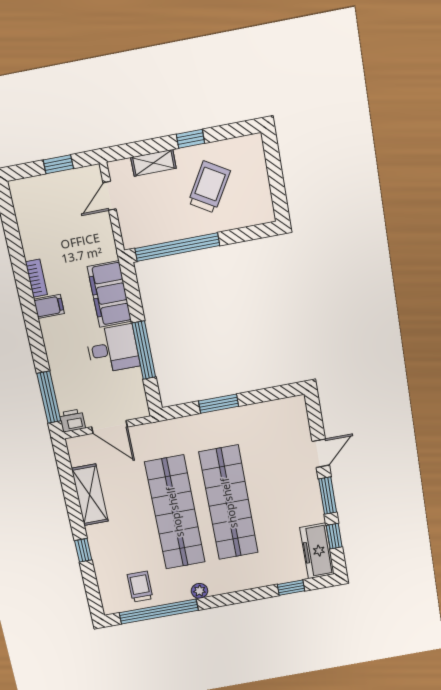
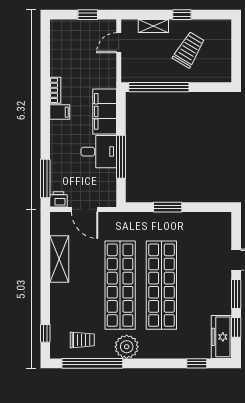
window: (83, 550) -> (45, 333), moved
trolley: (140, 587) -> (82, 340), turned 90
plant: (199, 591) -> (127, 347), width x1.88, depth x1.88

